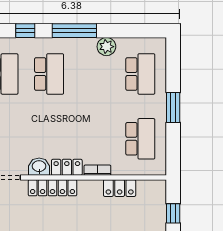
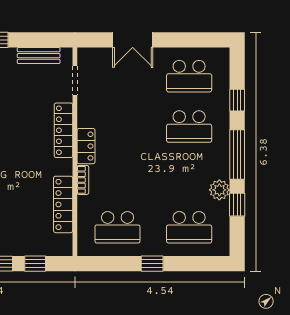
window: (120, 31) -> (237, 205), added
window: (173, 107) -> (152, 264), width x0.67
washbasin: (39, 167) -> (87, 115), removed
locker: (120, 188) -> (63, 204), width x1.53

